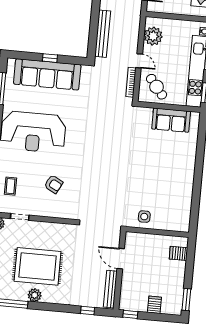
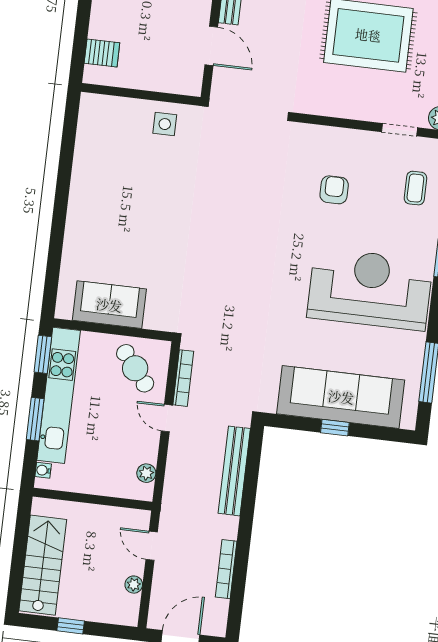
plant: (153, 36) -> (146, 473), width x0.53, depth x0.53
armchair: (54, 184) -> (334, 190), turned 62

